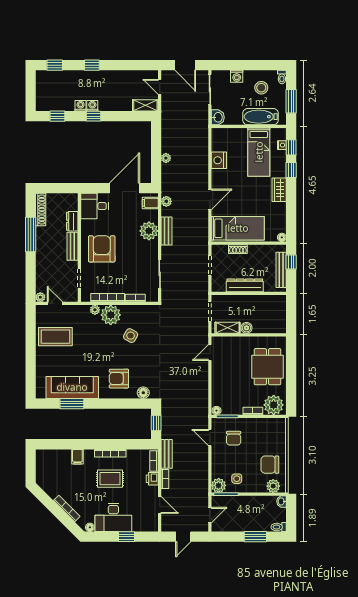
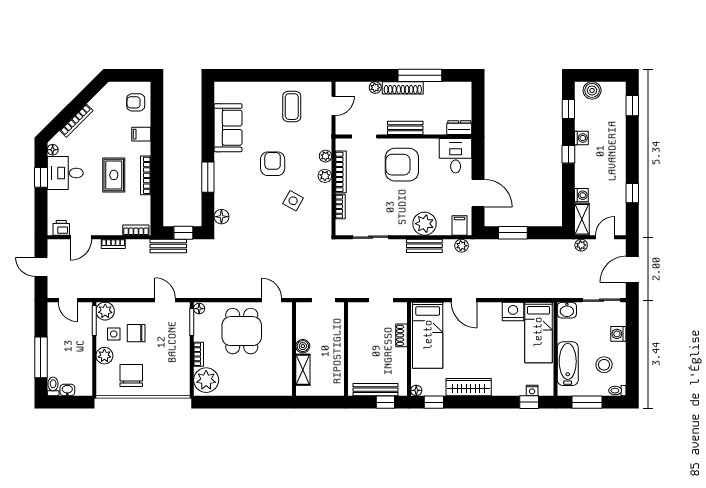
window: (92, 65) -> (632, 193), moved
boiler: (43, 97) -> (592, 90), added
washing machine: (92, 106) -> (581, 195), moved
bed: (259, 152) -> (538, 332), moved, turned -90
plant: (166, 158) -> (581, 245), moved
window: (156, 160) -> (513, 233), added
window: (291, 170) -> (434, 402), moved
door: (124, 188) -> (478, 193), width x0.73
wardrobe: (279, 190) -> (469, 387), width x1.50
shoe rack: (41, 210) -> (403, 88), moved
dresser: (72, 221) -> (459, 128), moved
armchair: (102, 249) -> (402, 165), turned 180
dresser: (245, 285) -> (356, 344), removed
plant: (40, 297) -> (375, 88), moved
plant: (111, 315) -> (325, 176), width x0.53, depth x0.53
shelving: (228, 328) -> (303, 370), moved
coffee table: (55, 337) -> (292, 107), width x0.73, depth x0.76
dining table: (268, 367) -> (242, 331), moved, turned 90
armchair: (119, 379) -> (273, 164), moved
sofa: (72, 387) -> (228, 128), width x0.73
window: (72, 404) -> (208, 177), moved
door: (210, 438) -> (165, 300), hinge flipped
chair: (234, 438) -> (136, 333), moved
bench: (167, 454) -> (168, 246), moved
armchair: (52, 461) -> (136, 102), added
printer: (152, 479) -> (61, 228), moved
plant: (273, 486) -> (104, 356), moved
washbasin: (281, 501) -> (67, 390), moved
desk: (113, 517) -> (65, 173), width x0.73
window: (126, 537) -> (41, 177), moved
window: (255, 537) -> (41, 357), width x1.44

